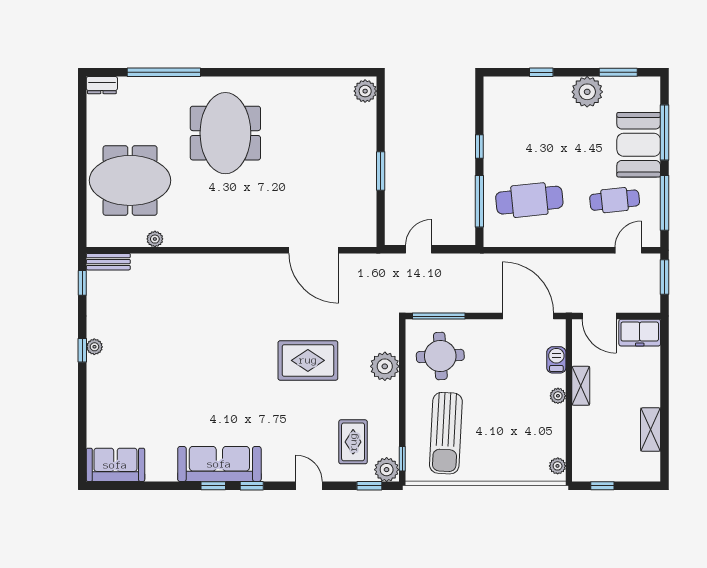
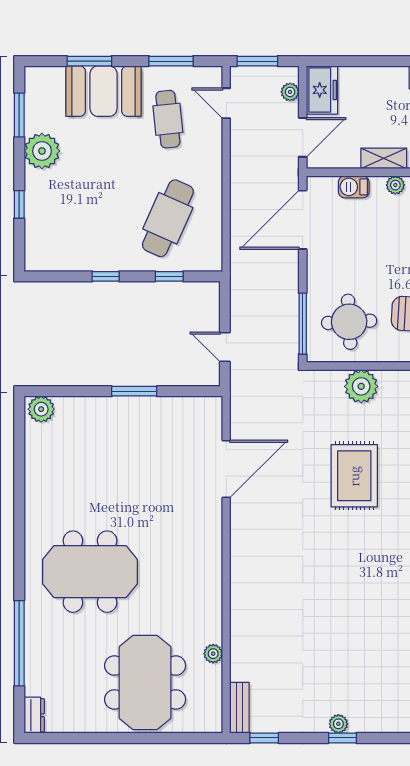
window: (665, 133) -> (89, 61), width x0.69
cafe table: (529, 200) -> (168, 218), turned 30
window: (479, 201) -> (169, 276), width x0.46
window: (665, 203) -> (171, 61), width x0.69
plant: (638, 305) -> (290, 92), added

